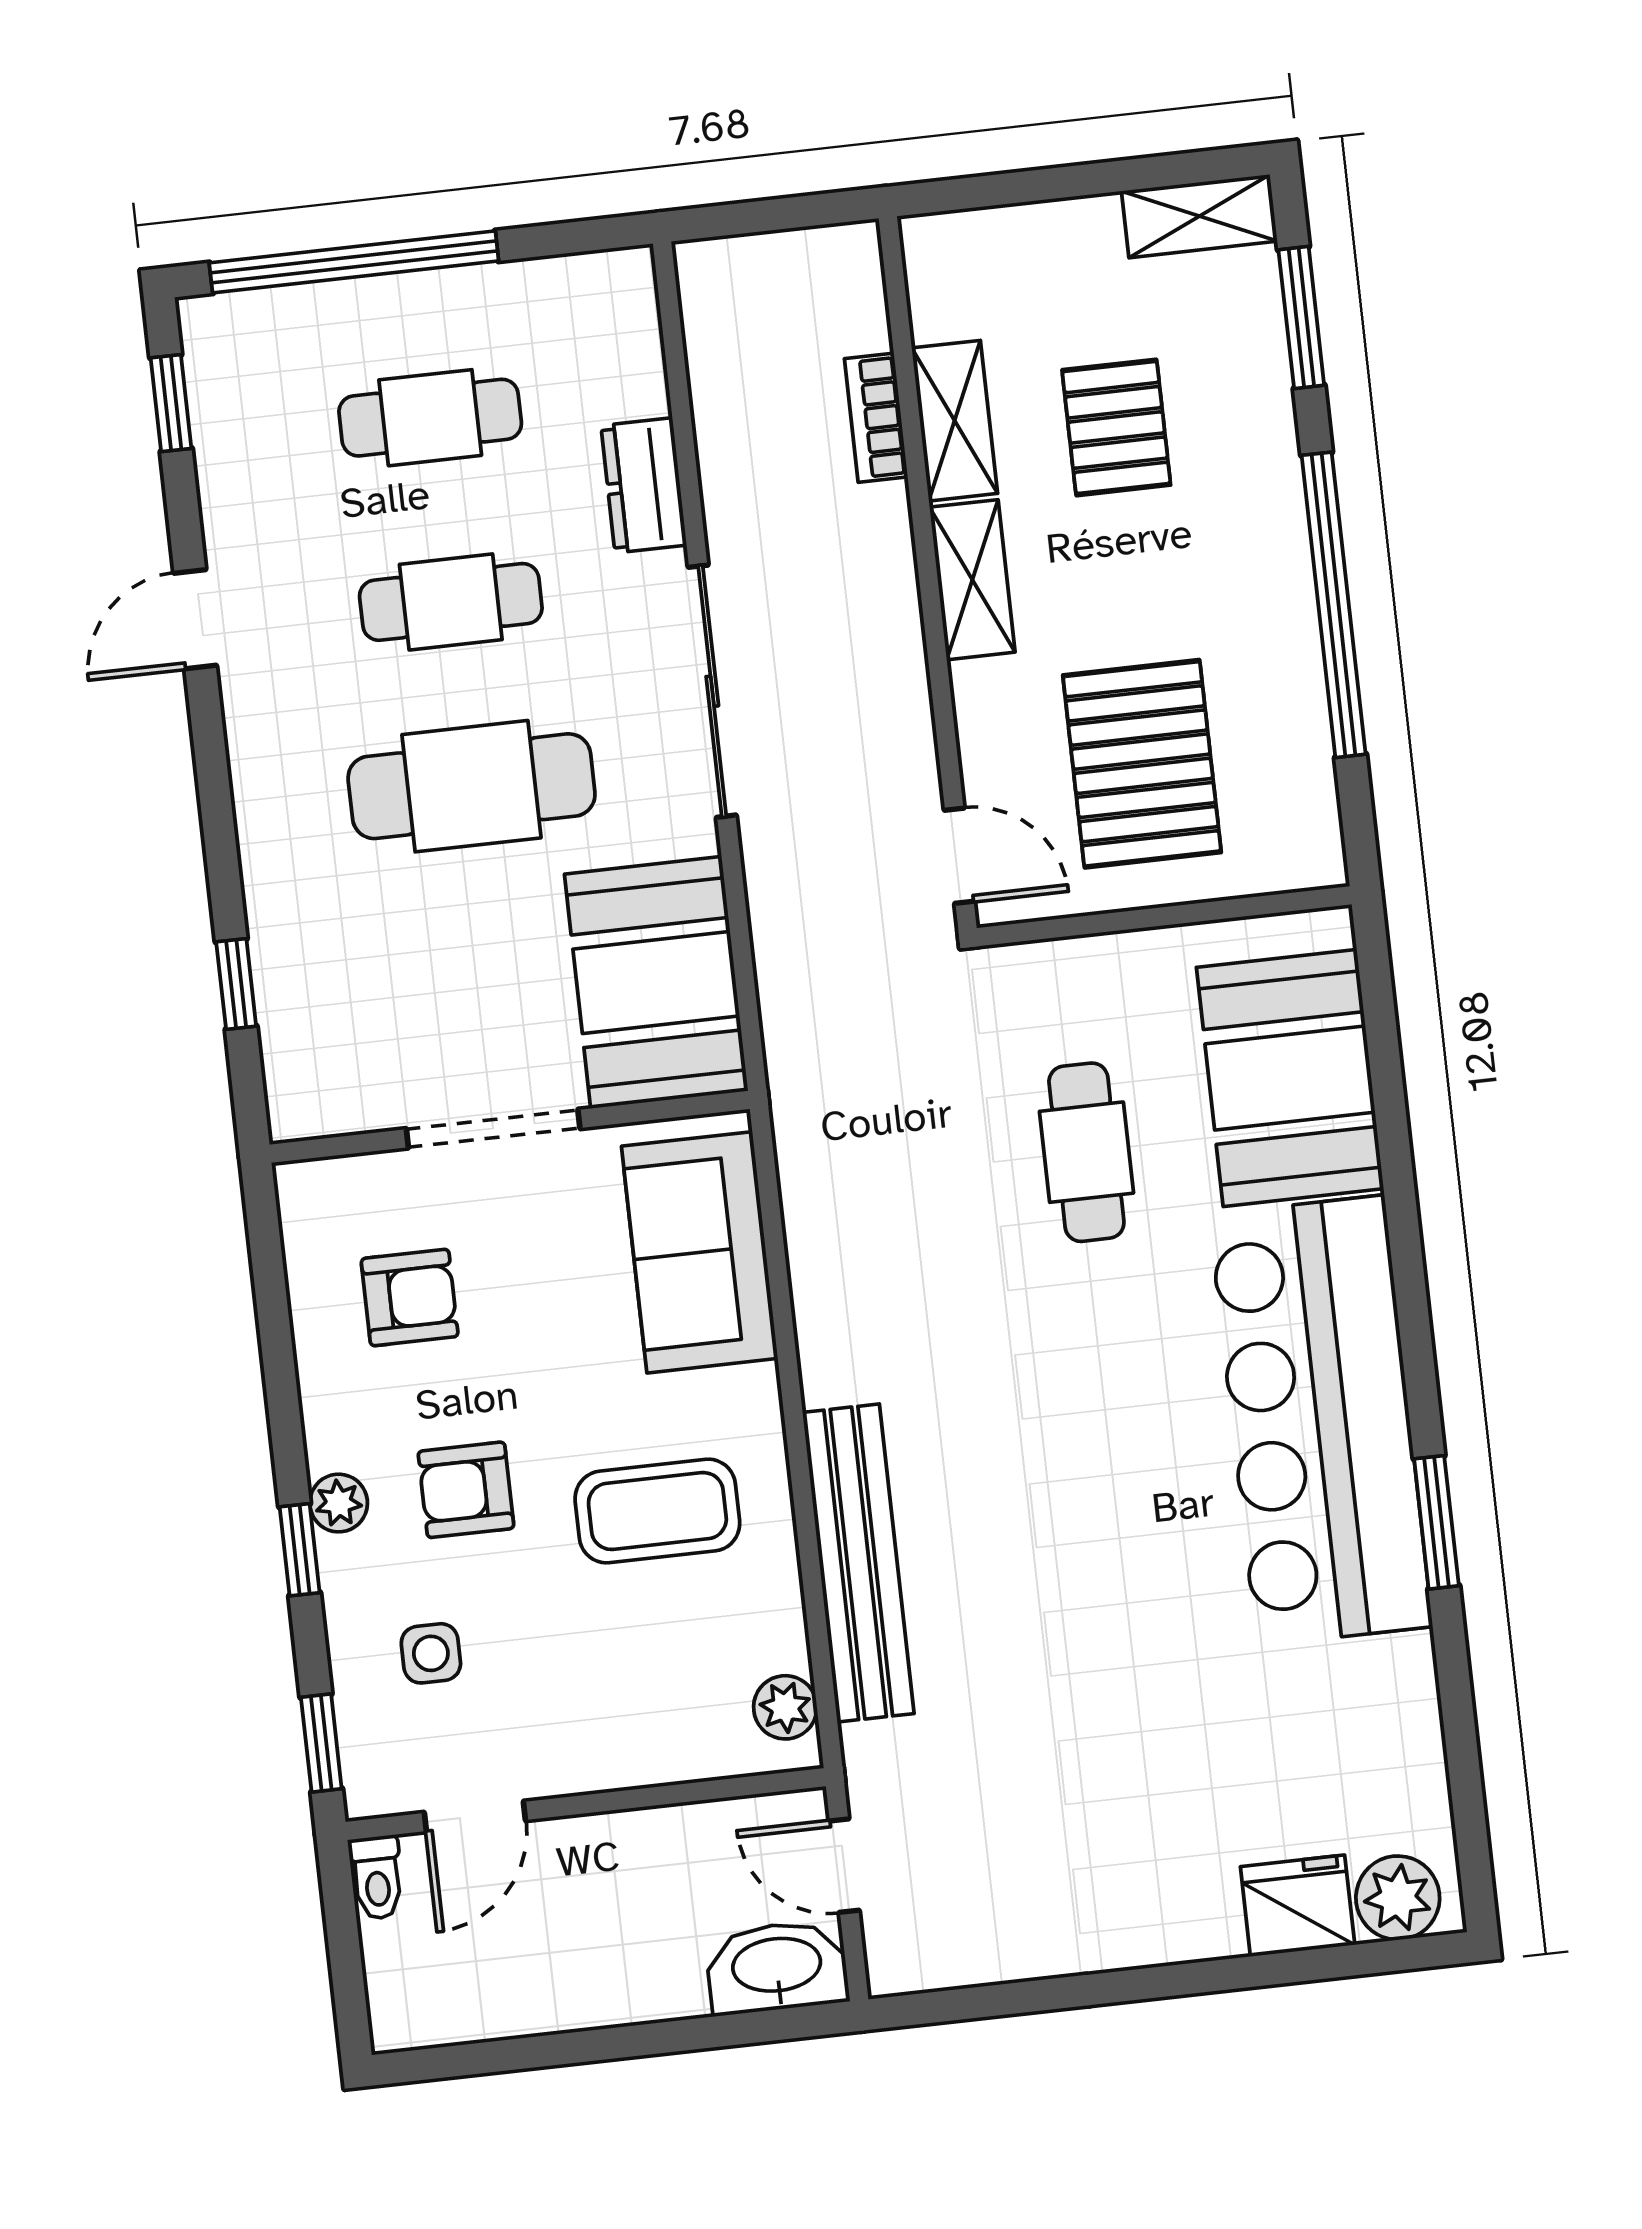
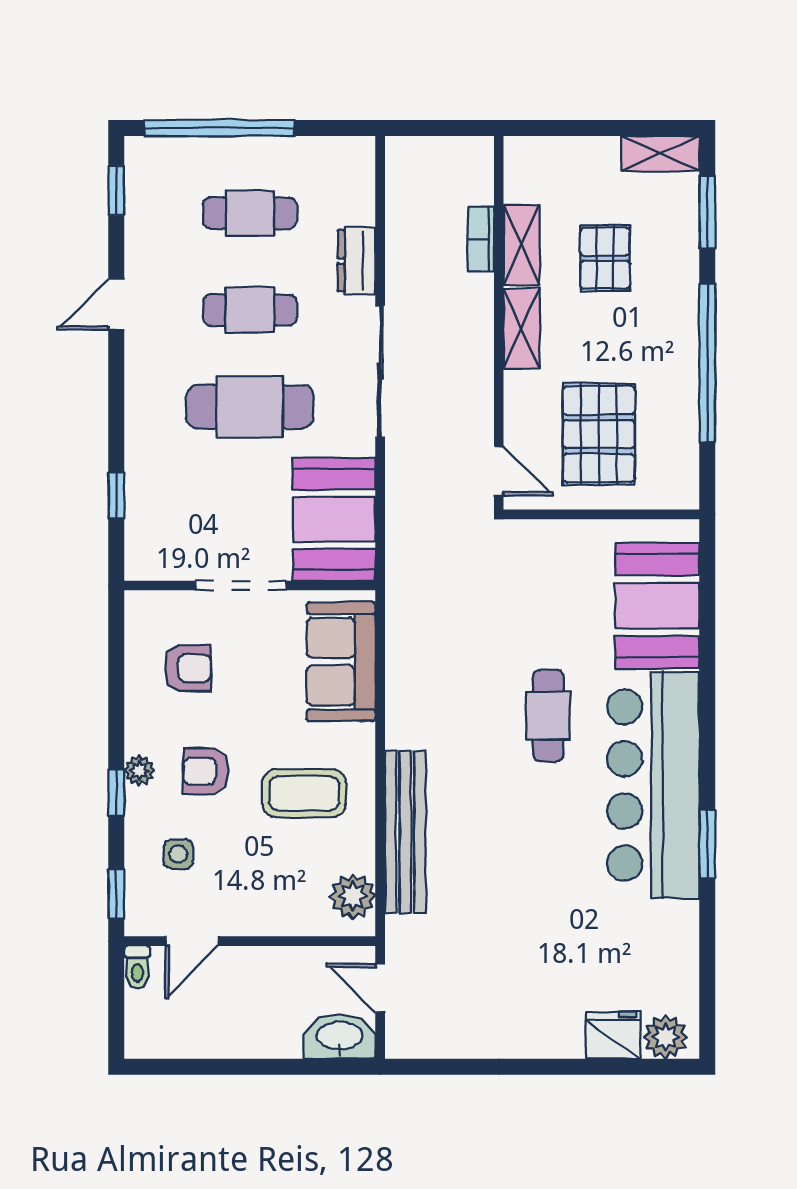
cafe table: (1086, 1152) -> (548, 716), moved
plant: (785, 1707) -> (353, 896), width x1.38, depth x1.38

